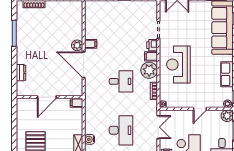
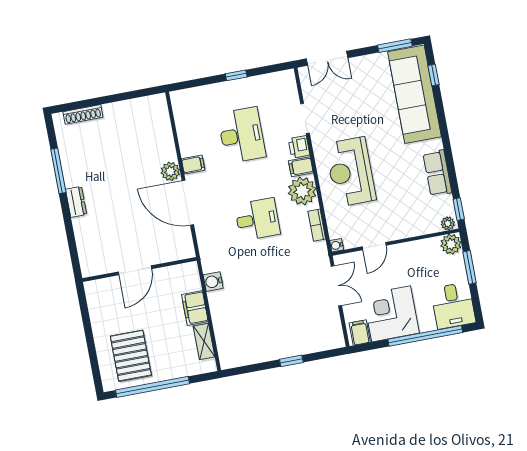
dresser: (21, 73) -> (76, 202), moved
filing cabinet: (77, 103) -> (195, 308), moved, width x2.00
door: (200, 109) -> (374, 246), moved
desk: (121, 130) -> (242, 135), moved
water cooler: (90, 139) -> (213, 282), moved

